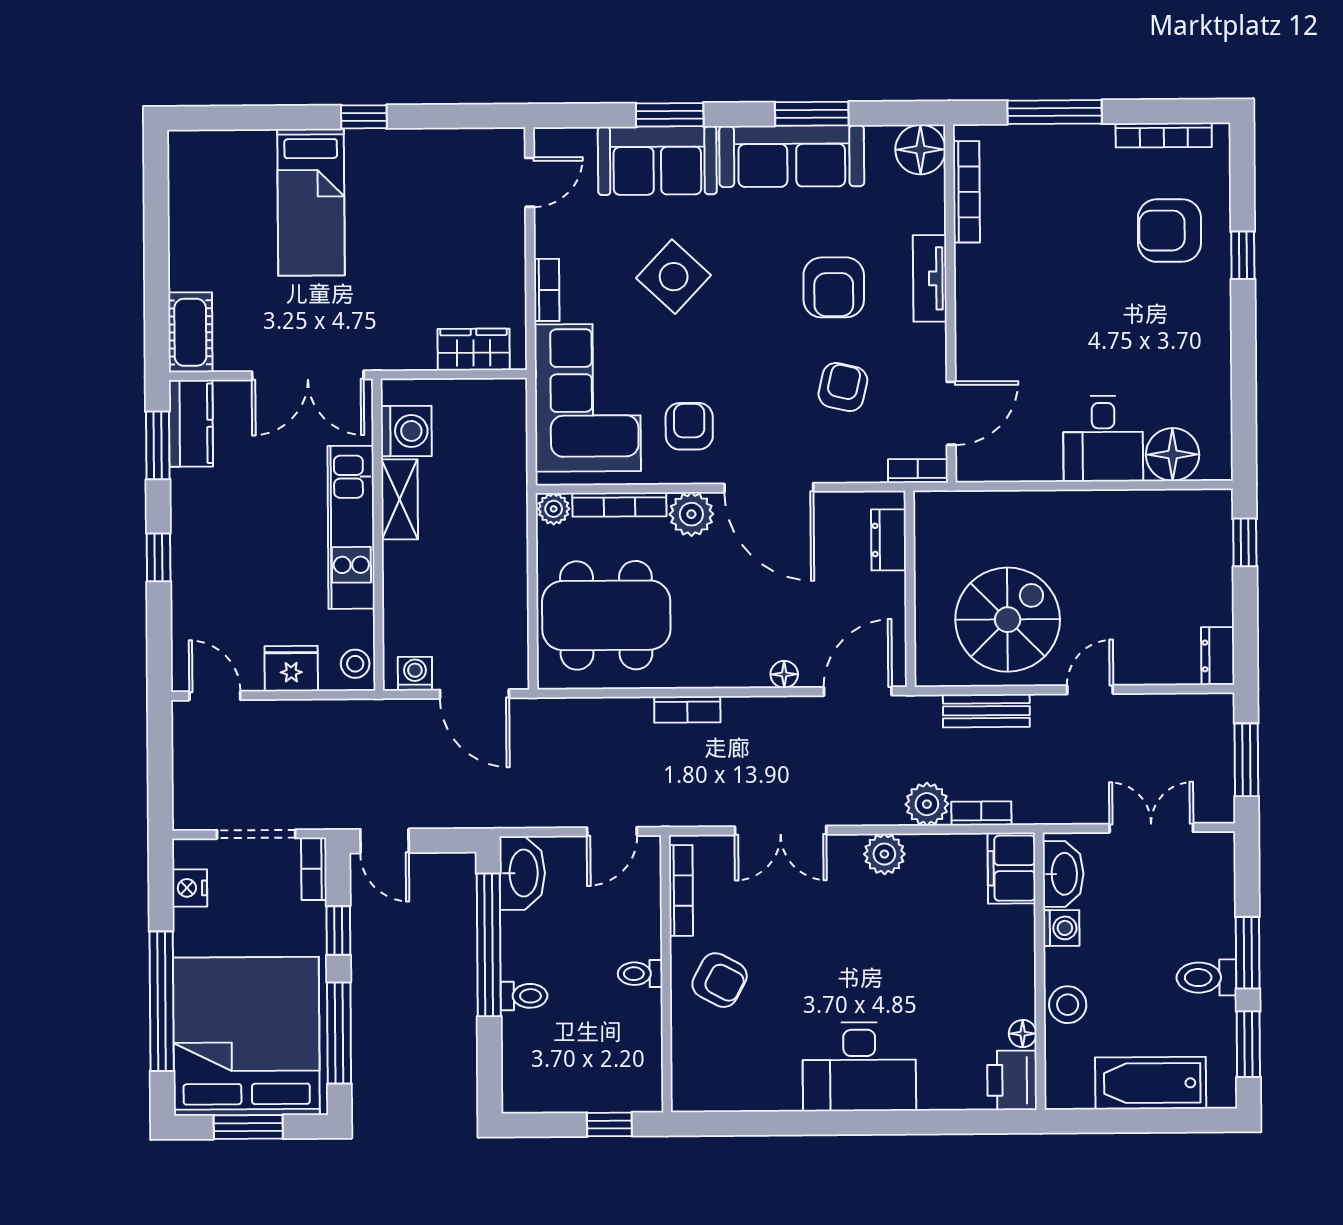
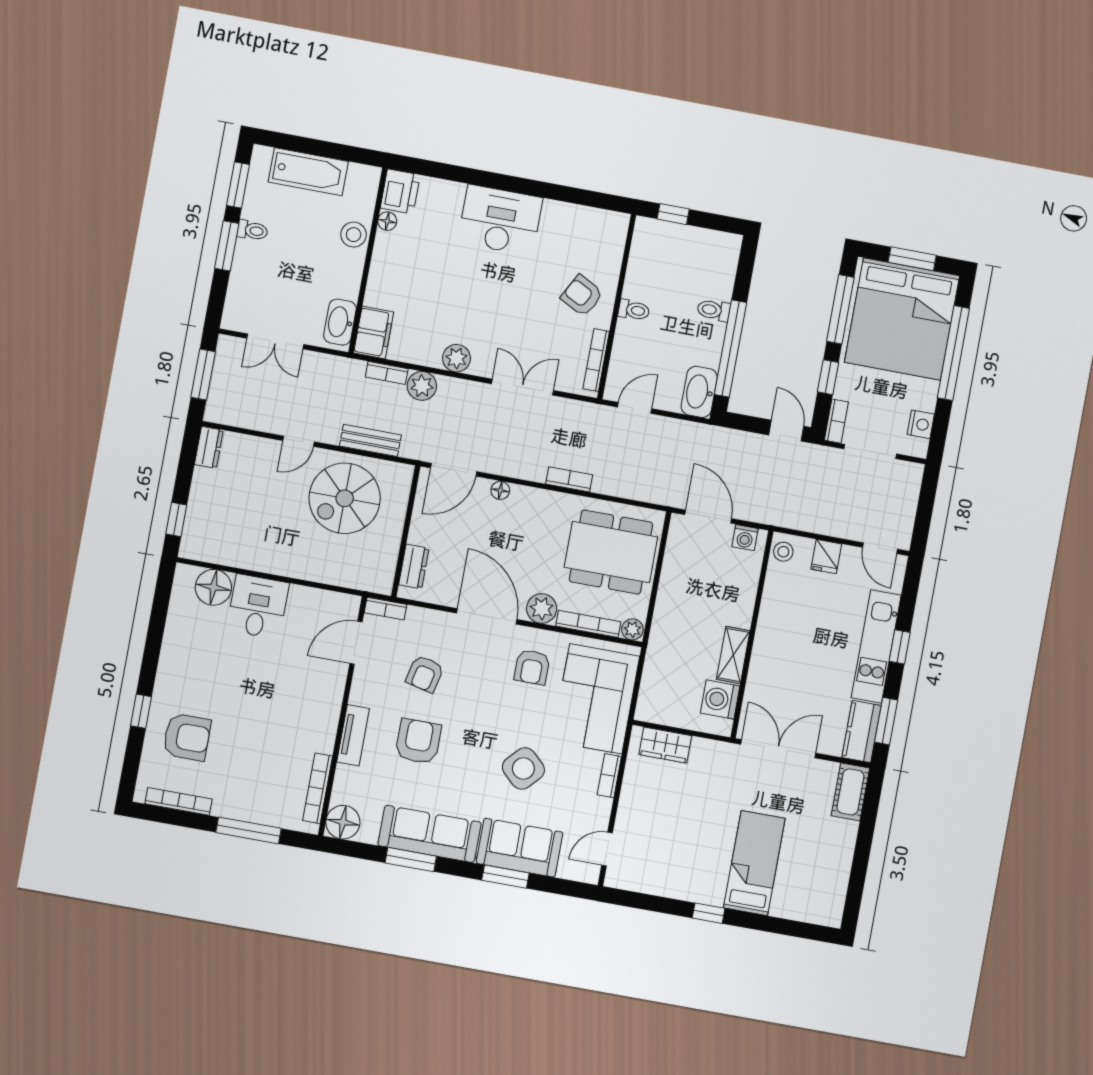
kitchen unit: (351, 527) -> (876, 646), moved, turned 180
fridge: (291, 669) -> (826, 557), width x0.72
washing machine: (1061, 928) -> (348, 286), removed
toilet: (1206, 977) -> (252, 230), width x0.73, depth x0.72

